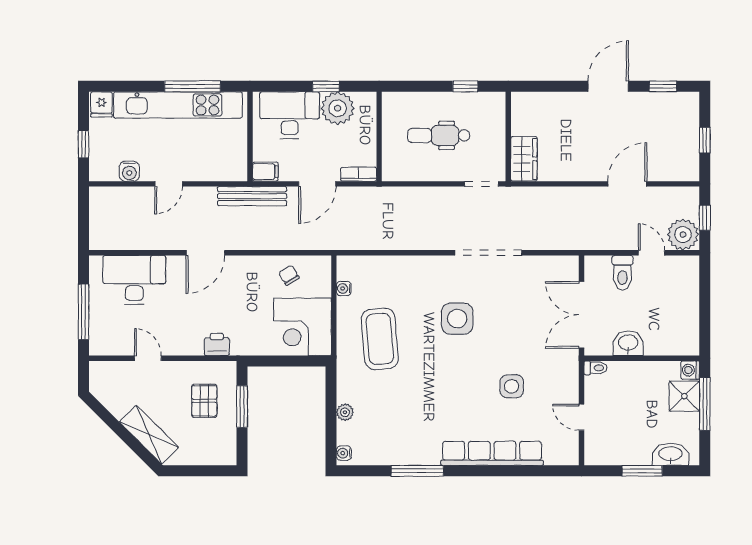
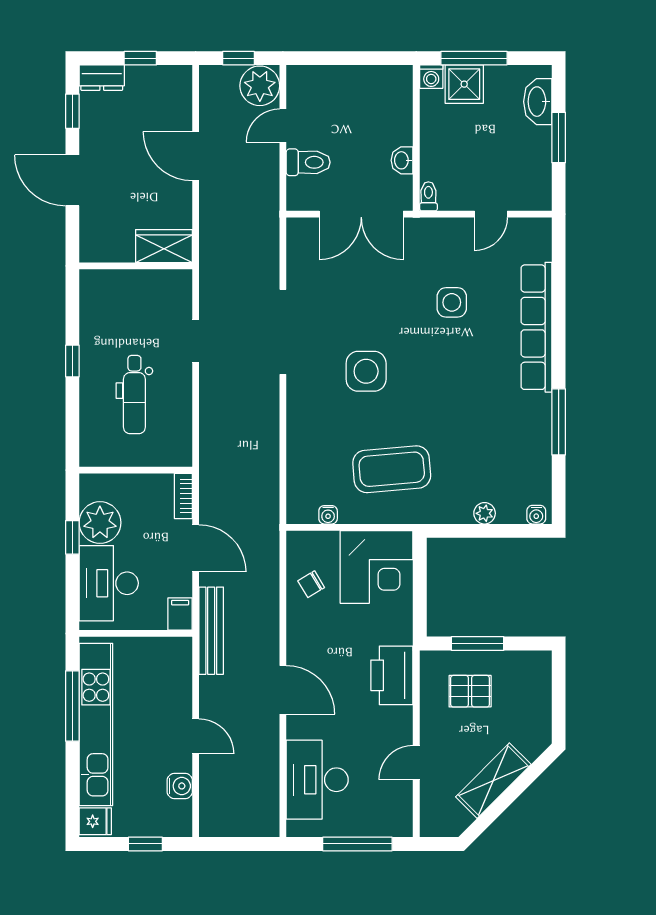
dresser: (689, 110) -> (102, 78), added
wall: (508, 137) -> (136, 266), moved
wardrobe: (524, 159) -> (164, 246), moved
washbasin: (628, 343) -> (402, 160), width x0.72, depth x0.69
printer: (217, 344) -> (392, 675), width x1.87, depth x1.48
shelving: (149, 435) -> (493, 781), moved

